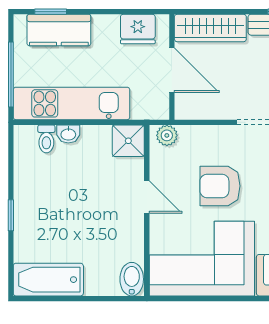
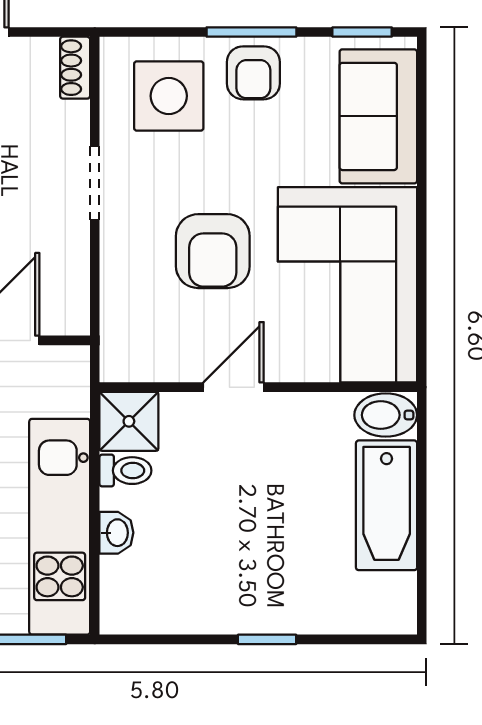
plant: (167, 135) -> (119, 350), removed
toilet: (46, 139) -> (125, 471), moved
bathtub: (48, 280) -> (387, 505), moved

